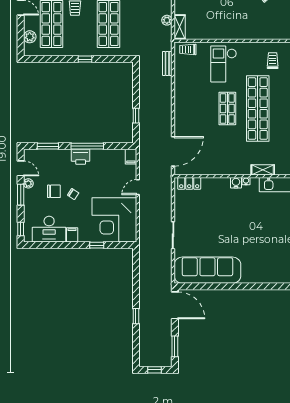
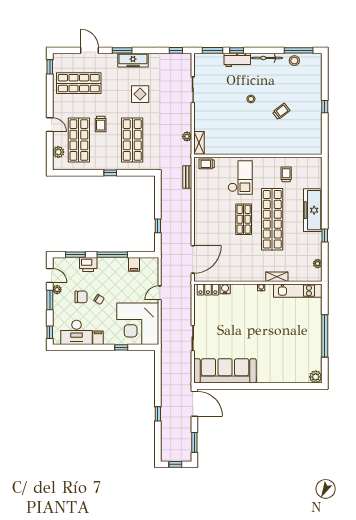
checkout: (224, 64) -> (240, 177), turned 180
printer: (81, 157) -> (88, 264), moved
filing cabinet: (131, 157) -> (134, 264), moved
water cooler: (236, 183) -> (225, 289), moved

